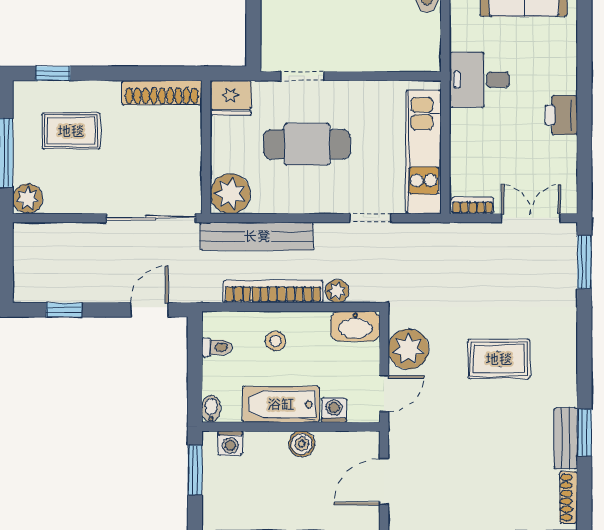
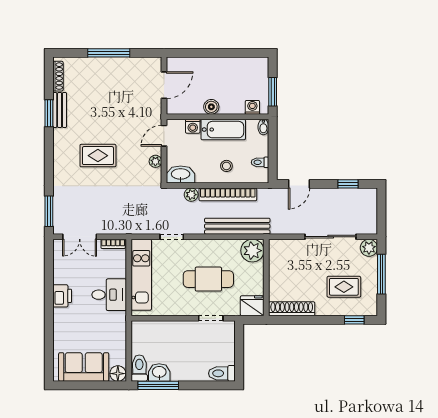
desk: (479, 80) -> (109, 295), moved
sliding door: (151, 218) -> (331, 237), moved
plant: (408, 349) -> (155, 161), width x0.53, depth x0.53

